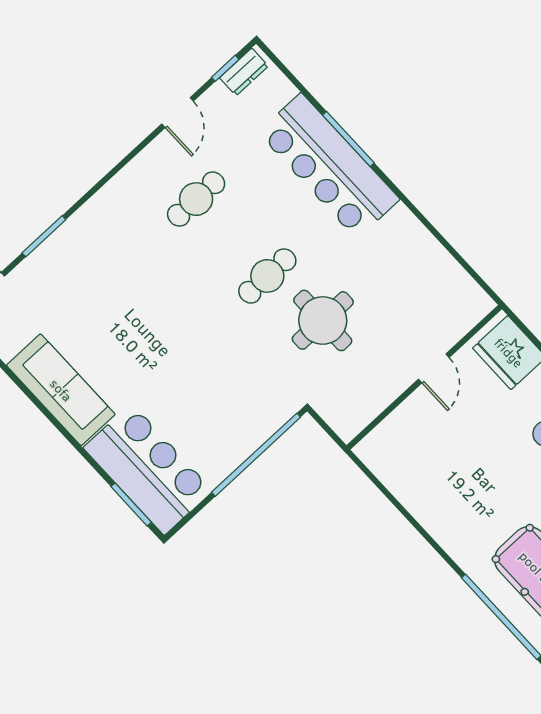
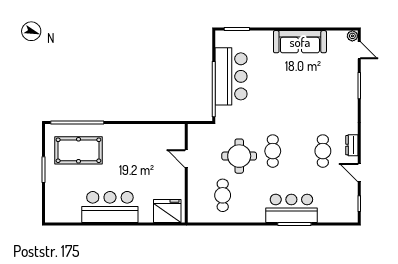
dresser: (244, 72) -> (352, 145), moved
bar counter: (329, 166) -> (291, 208), width x0.73
cafe table: (407, 290) -> (223, 195), added
door: (434, 368) -> (186, 159), moved
bar counter: (148, 469) -> (231, 76), moved, turned -90

